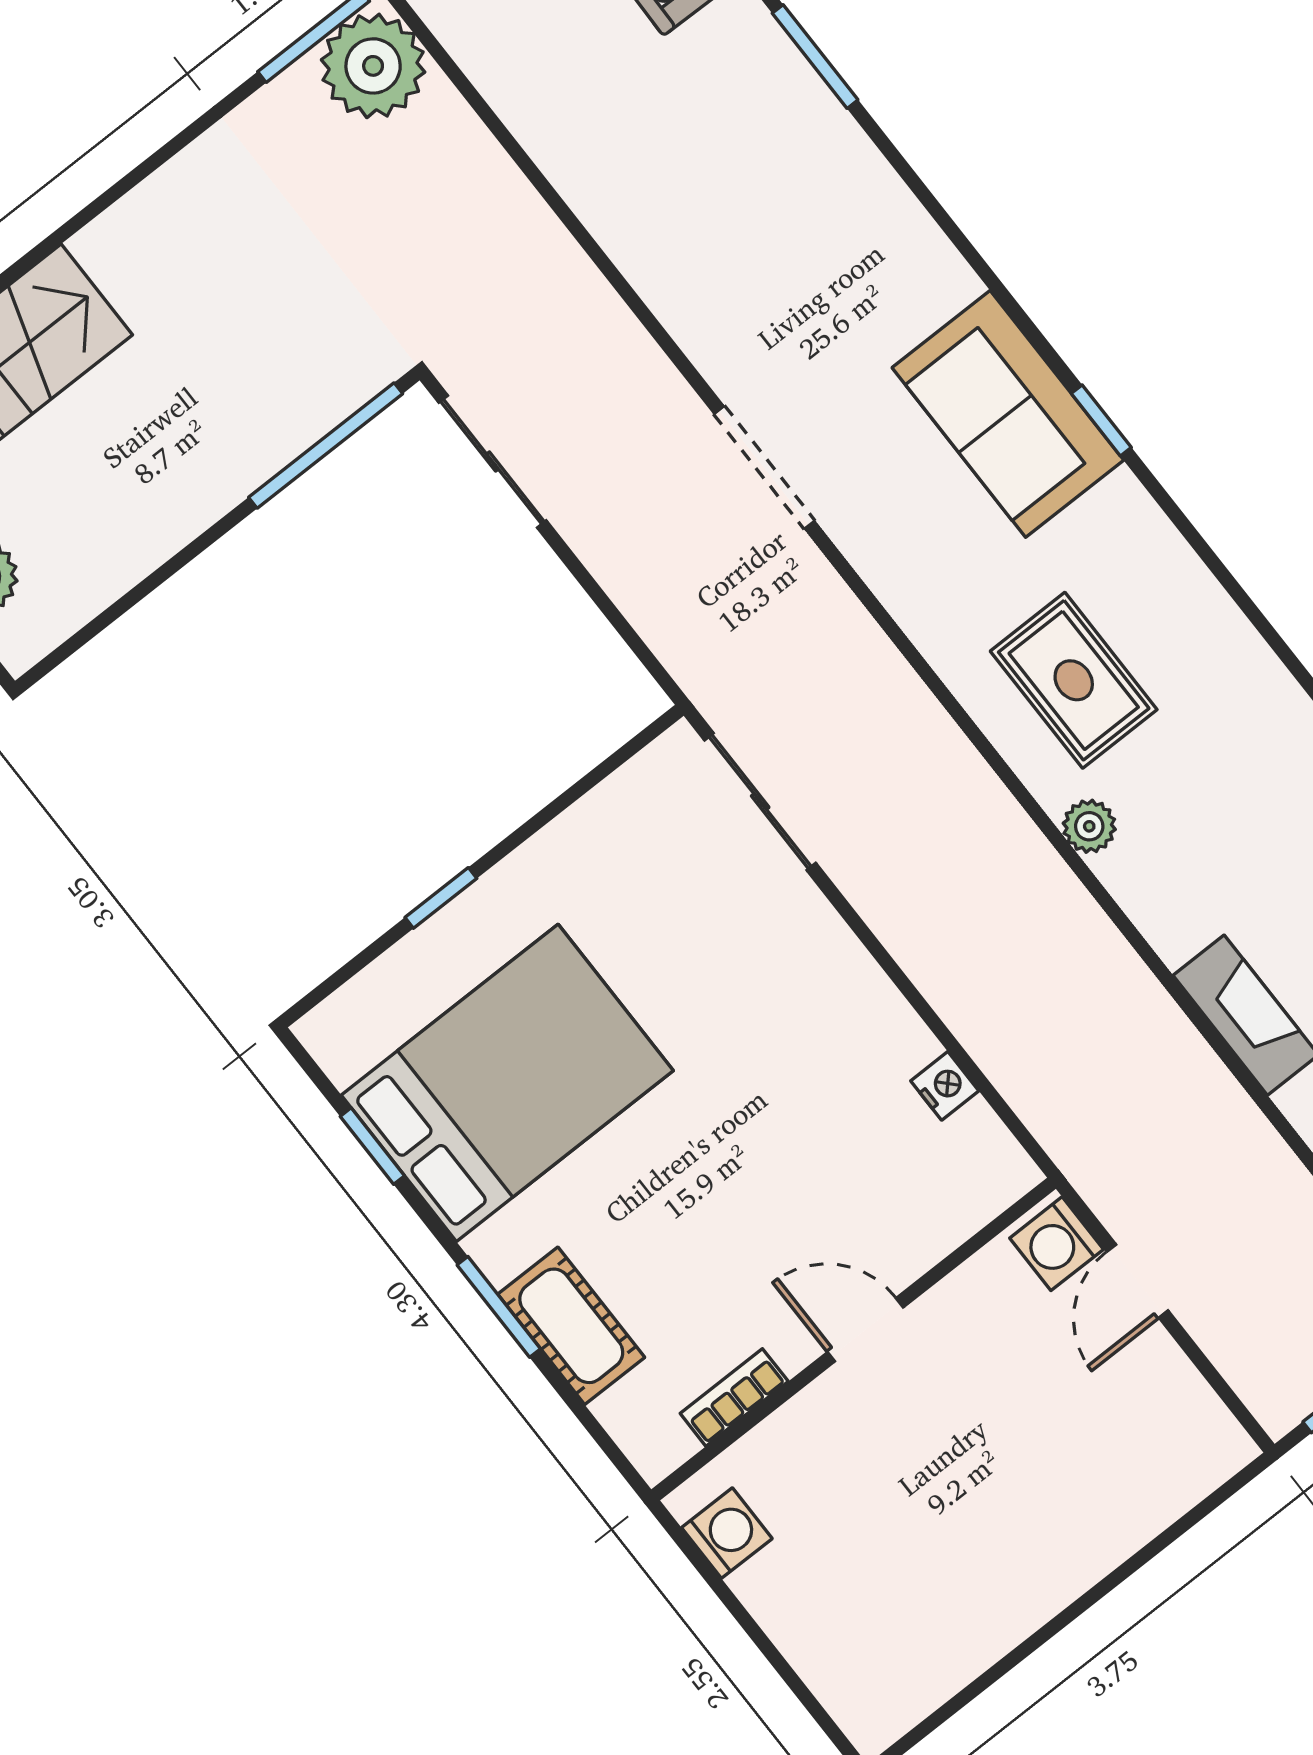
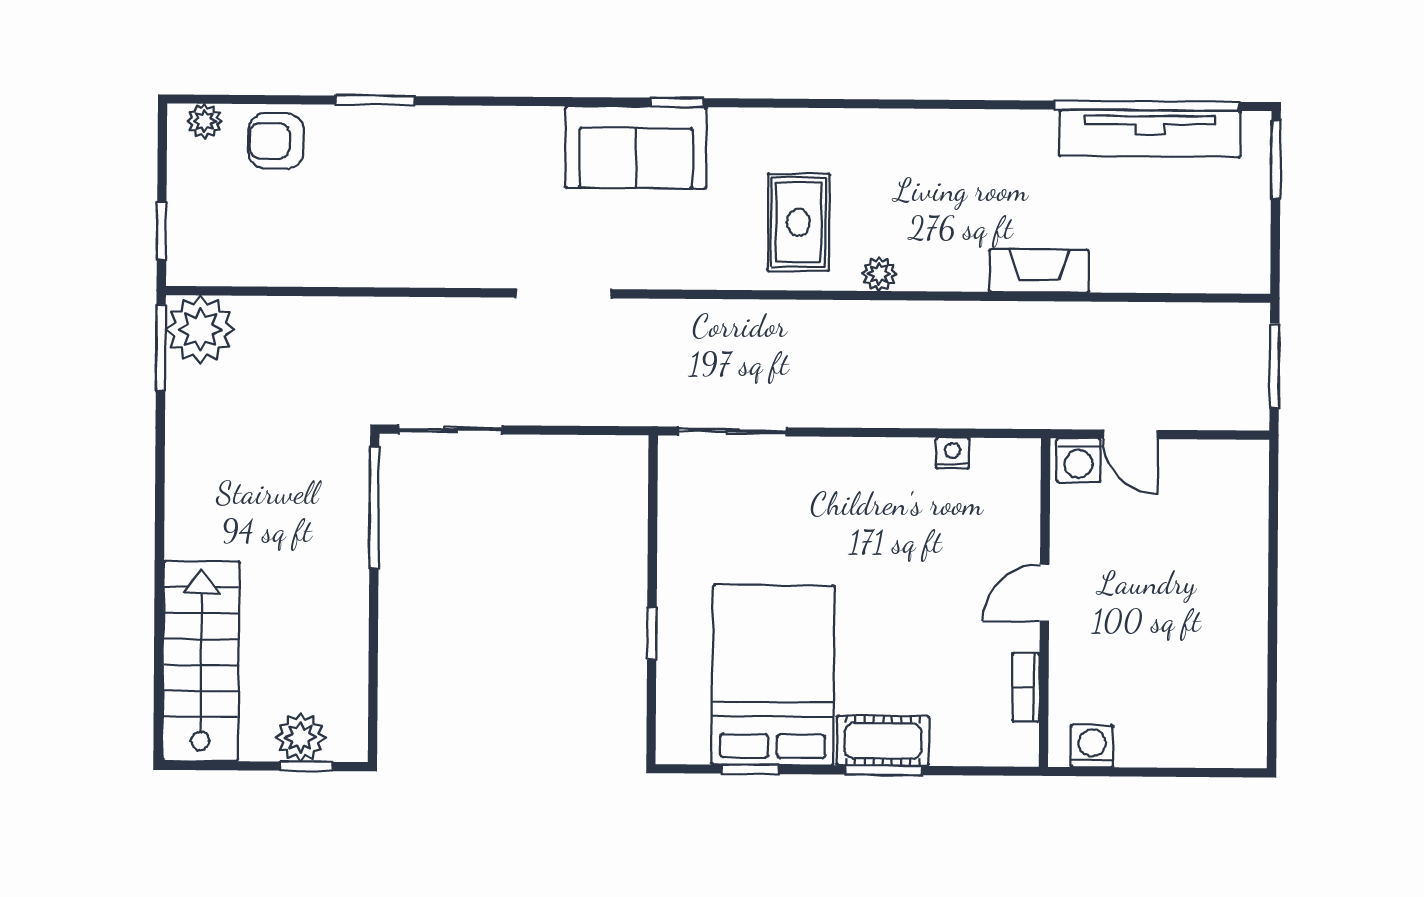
rug: (1074, 680) -> (798, 222), turned 90
cot: (571, 1326) -> (883, 741), moved

